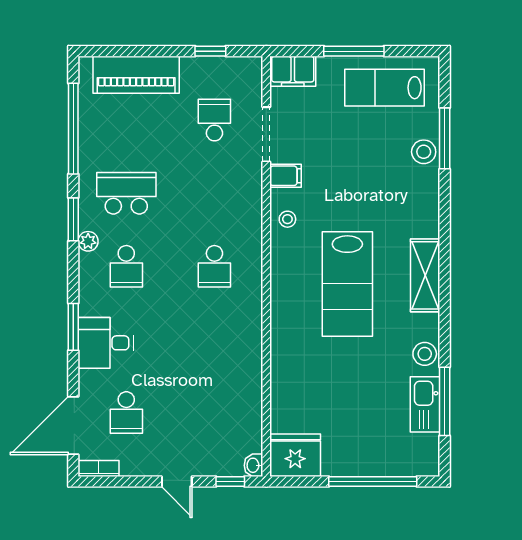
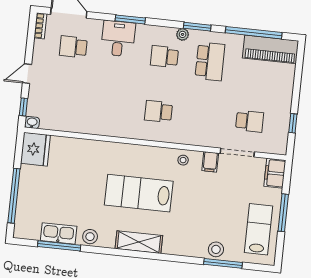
piano: (136, 75) -> (271, 49), moved, turned -90

